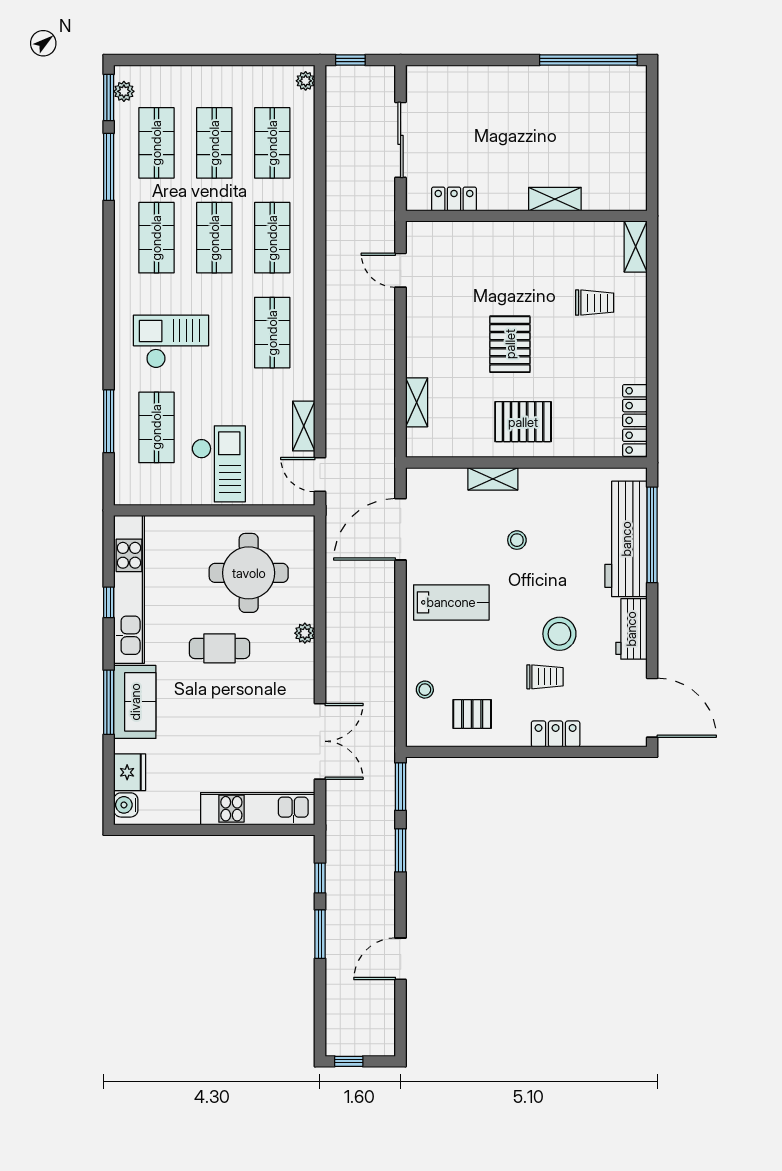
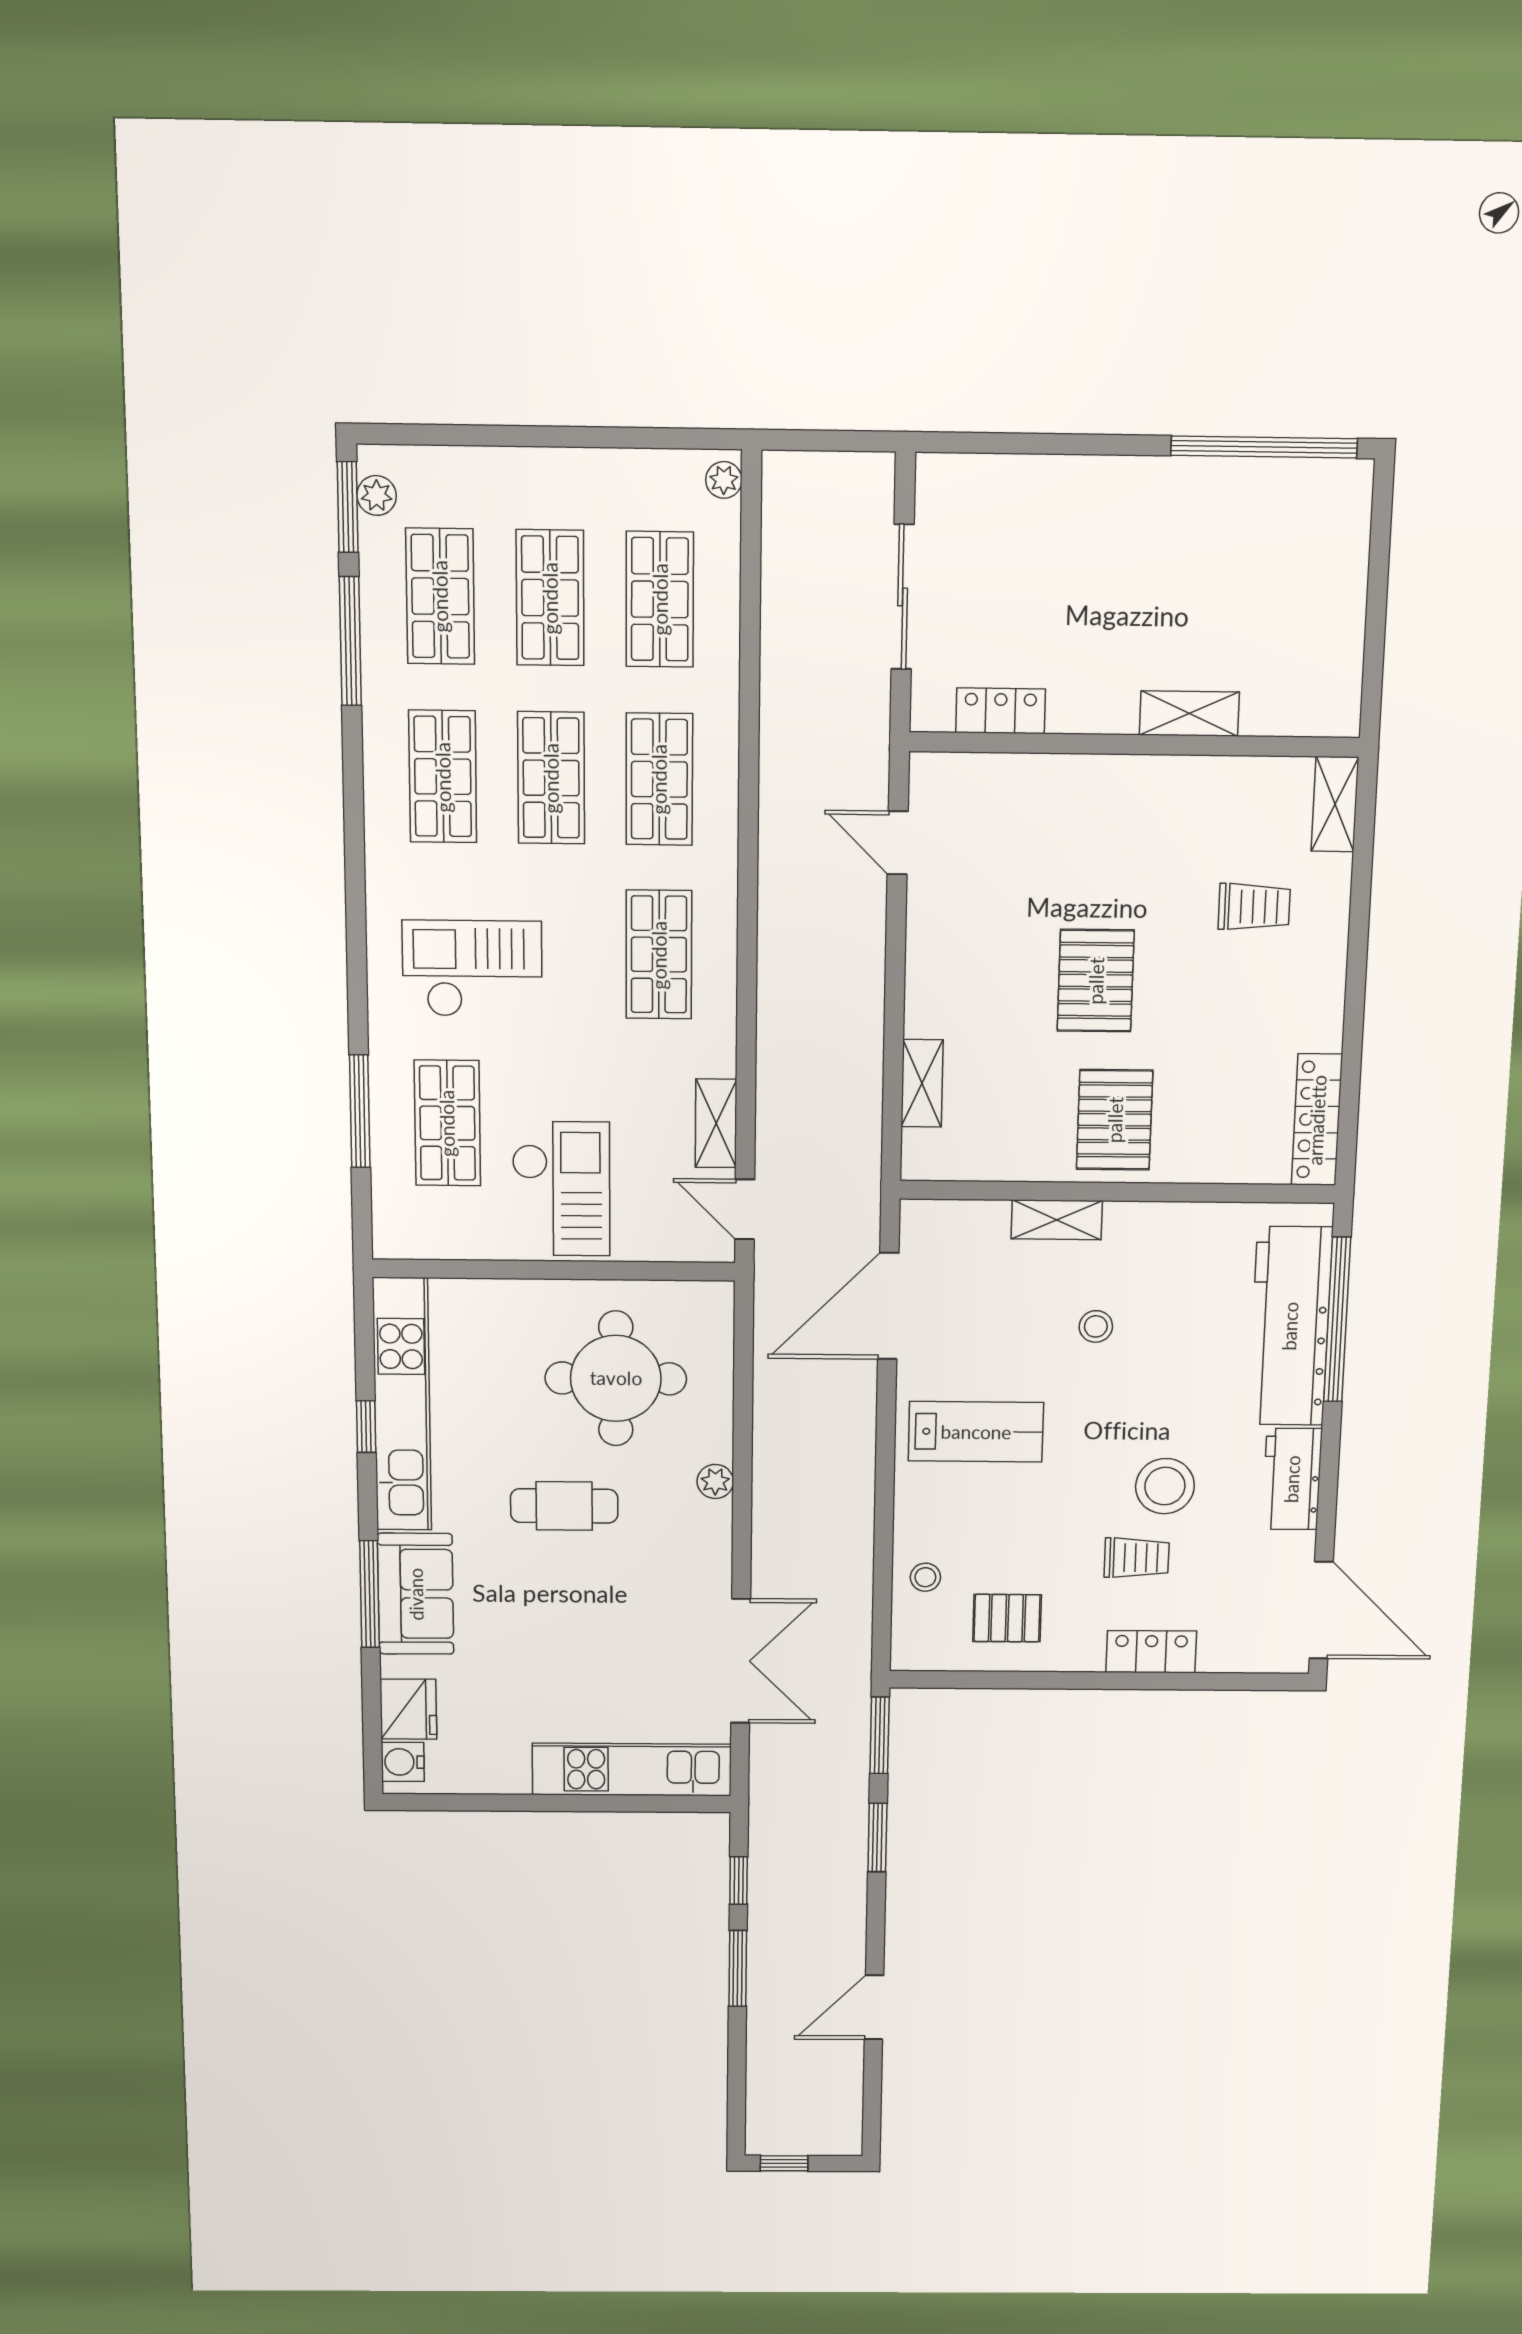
window: (350, 60) -> (810, 440), removed
pallet: (523, 422) -> (1115, 1120), turned 90

